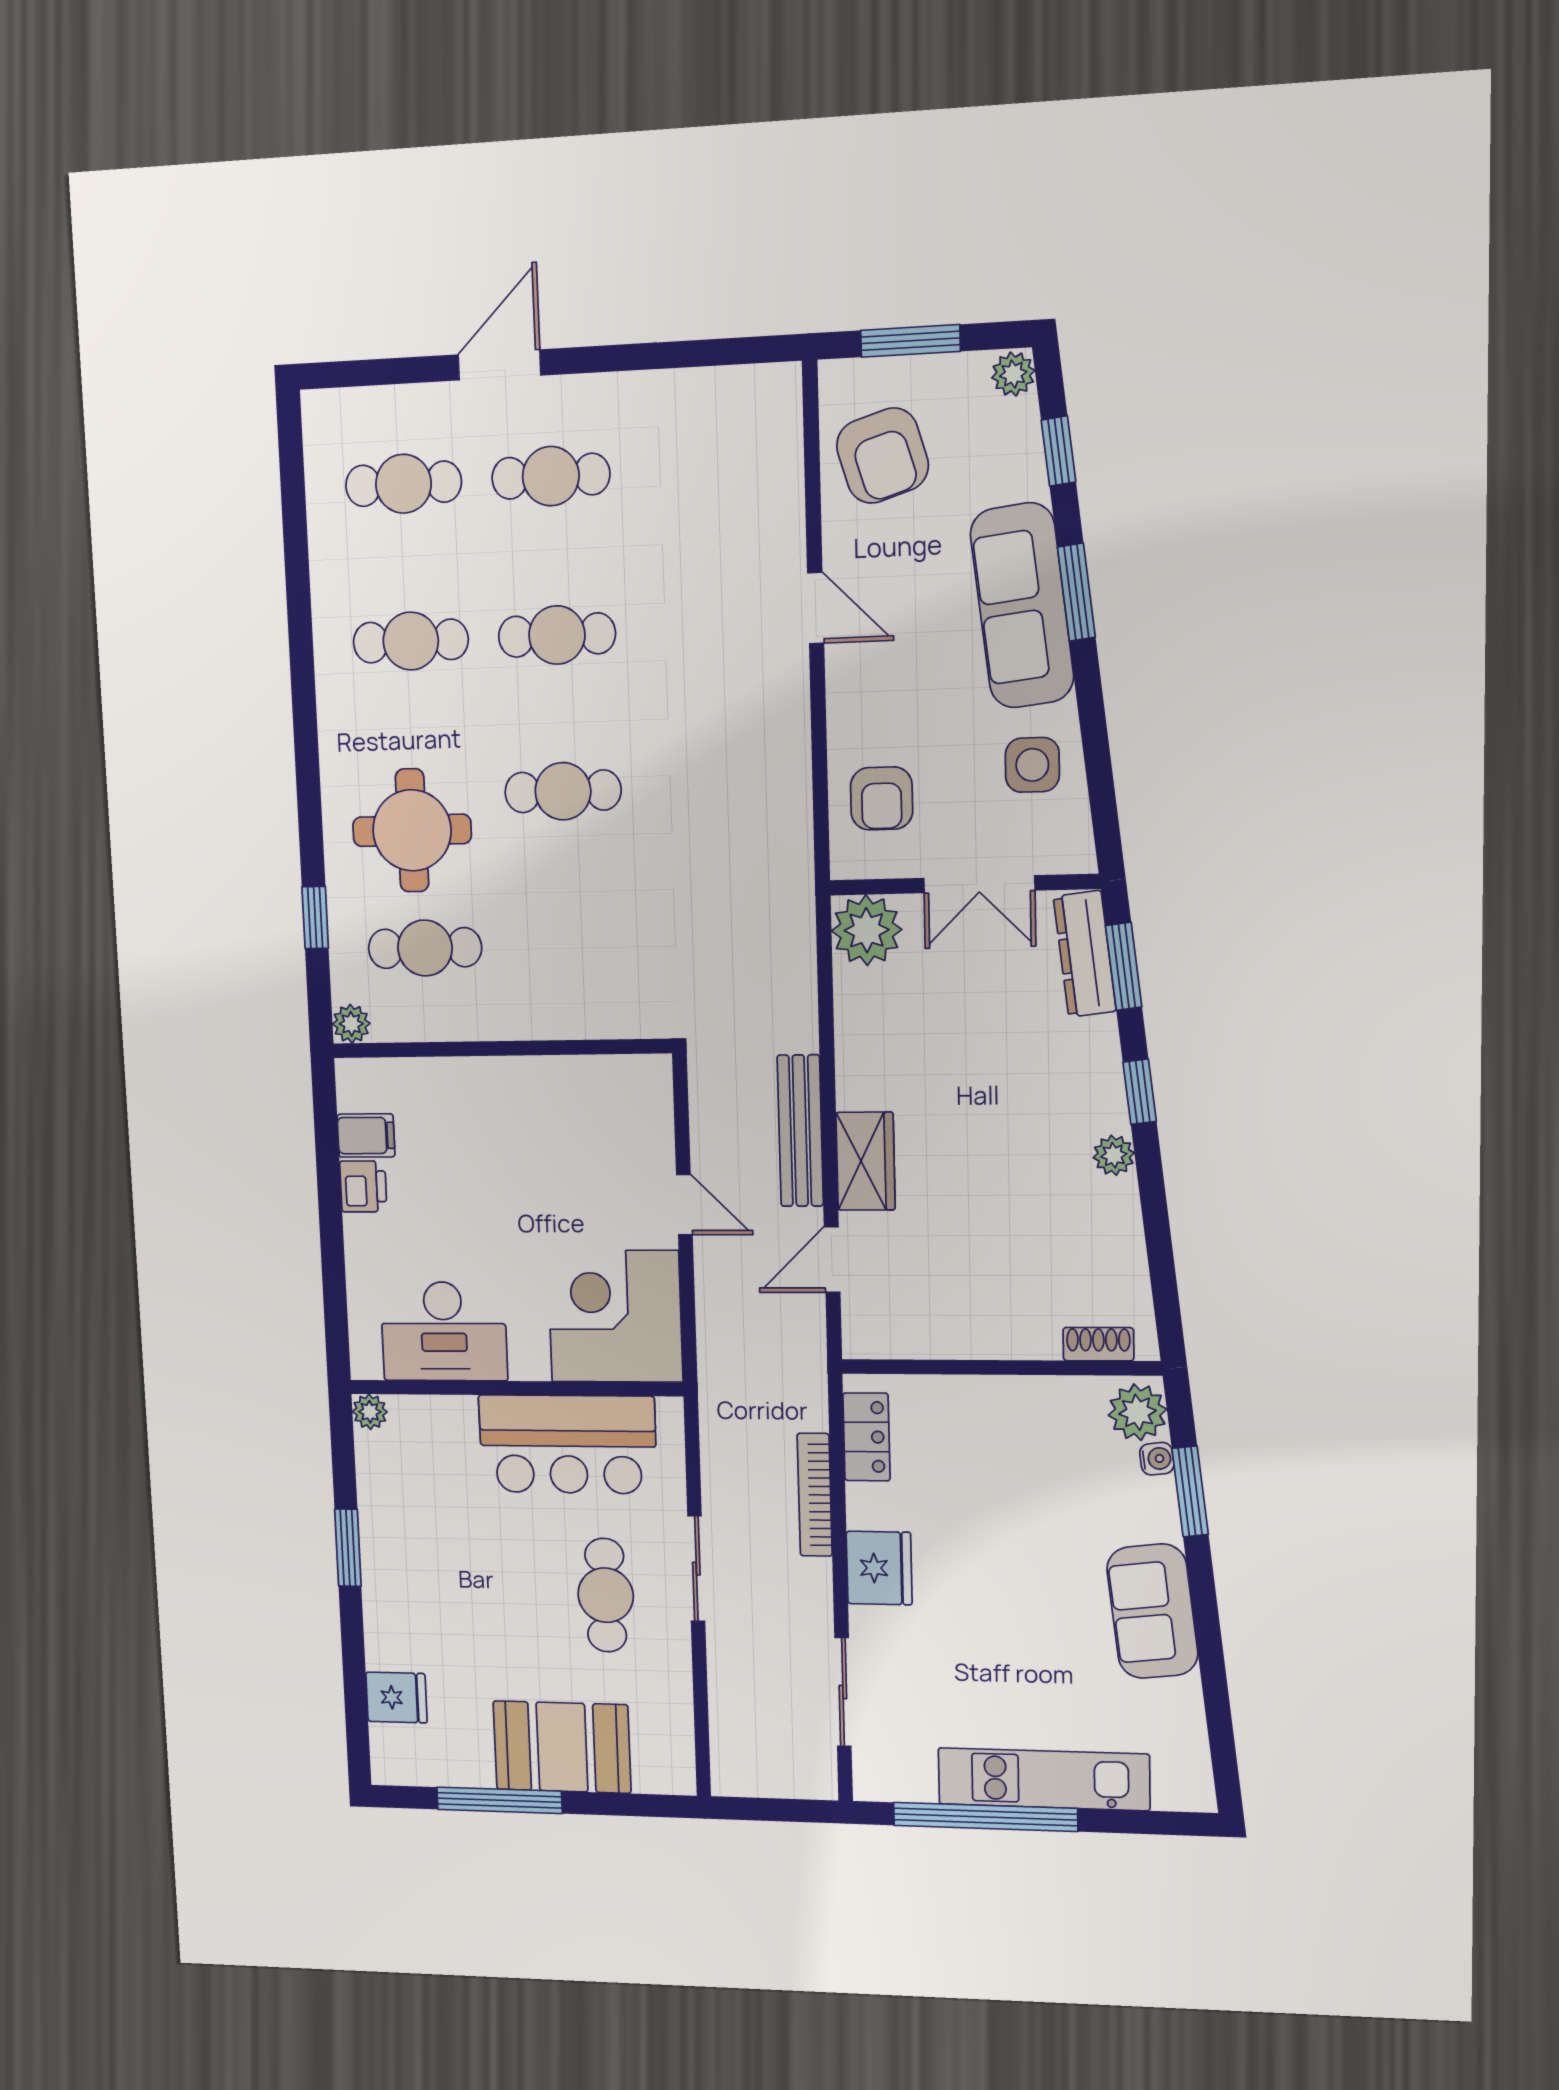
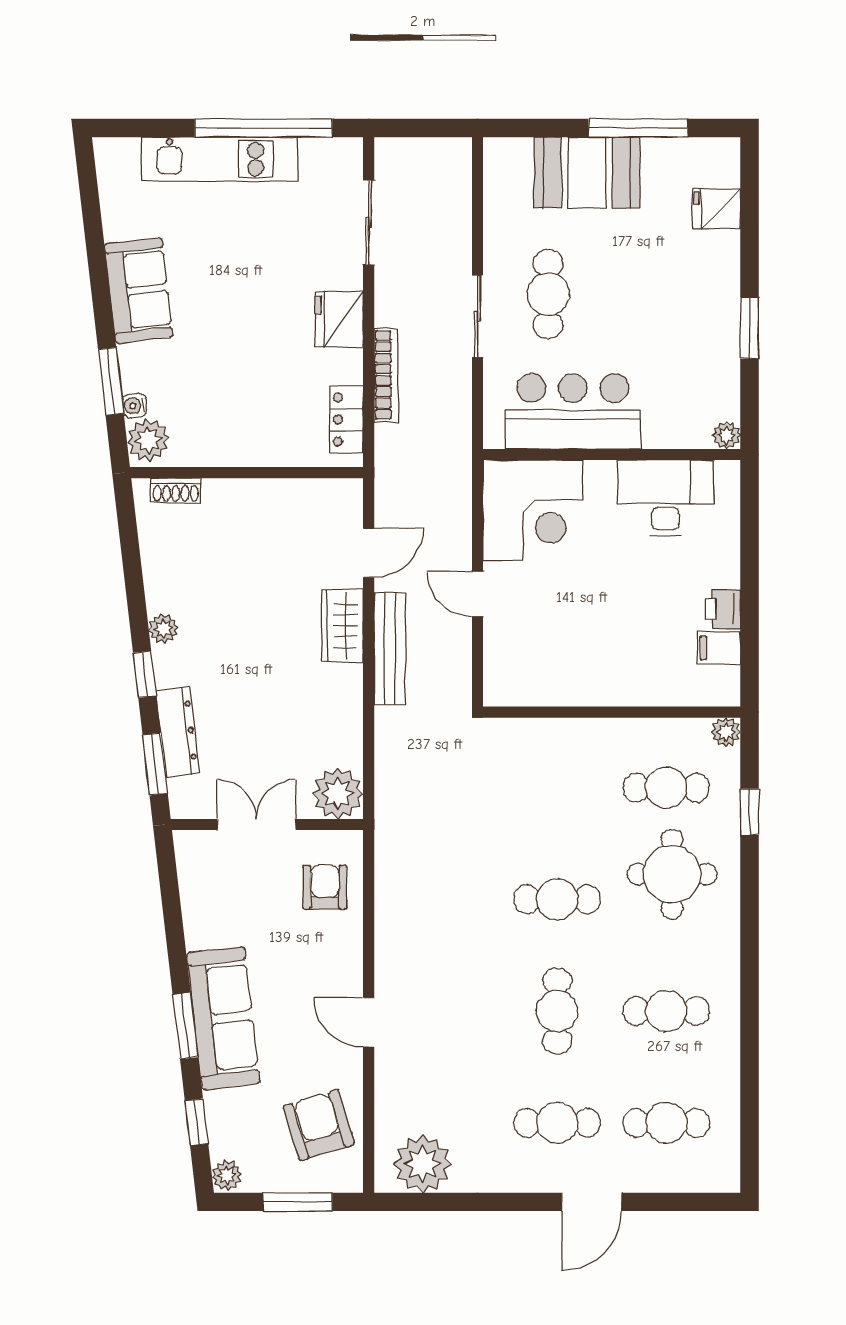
plant: (735, 407) -> (423, 1164), added
cafe table: (557, 635) -> (557, 1011), turned 90
side table: (1032, 765) -> (218, 907), removed
dresser: (1085, 954) -> (178, 732), moved

